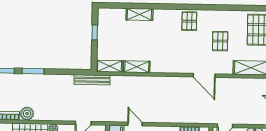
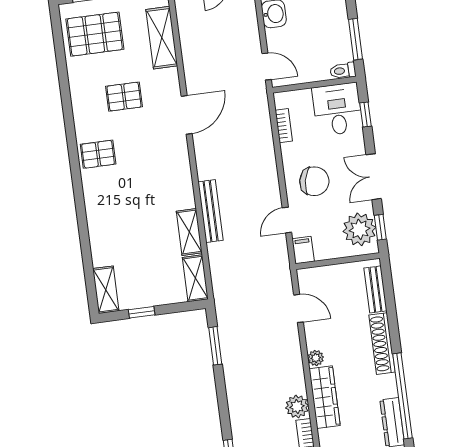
shelving: (139, 14) -> (106, 290), moved
window: (33, 71) -> (215, 346), moved
bench: (92, 80) -> (211, 211), moved

